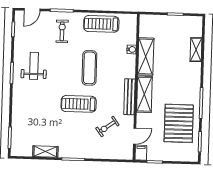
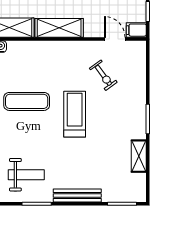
weight bench: (34, 66) -> (26, 175), turned 180
bench: (129, 97) -> (77, 195), moved
treadmill: (79, 104) -> (75, 114), turned 180

